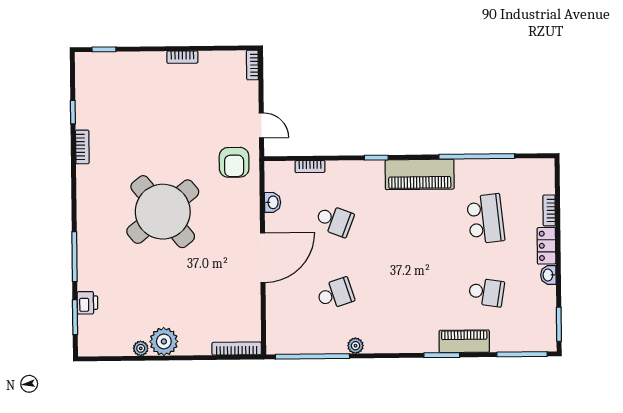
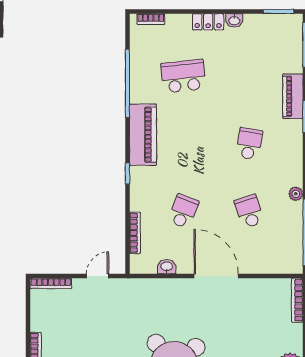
bookcase: (252, 65) -> (51, 283), width x1.56
armchair: (234, 162) -> (130, 301), removed
bookcase: (310, 167) -> (135, 233), width x1.56
bookcase: (549, 210) -> (151, 19), moved
school desk: (486, 292) -> (249, 144), moved

